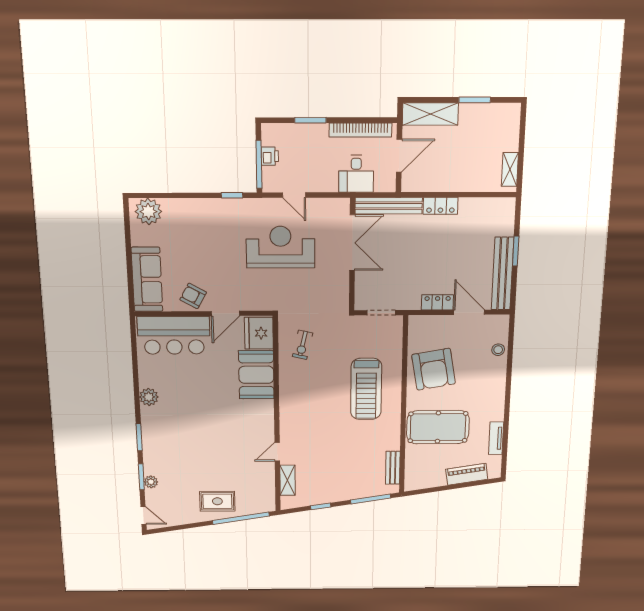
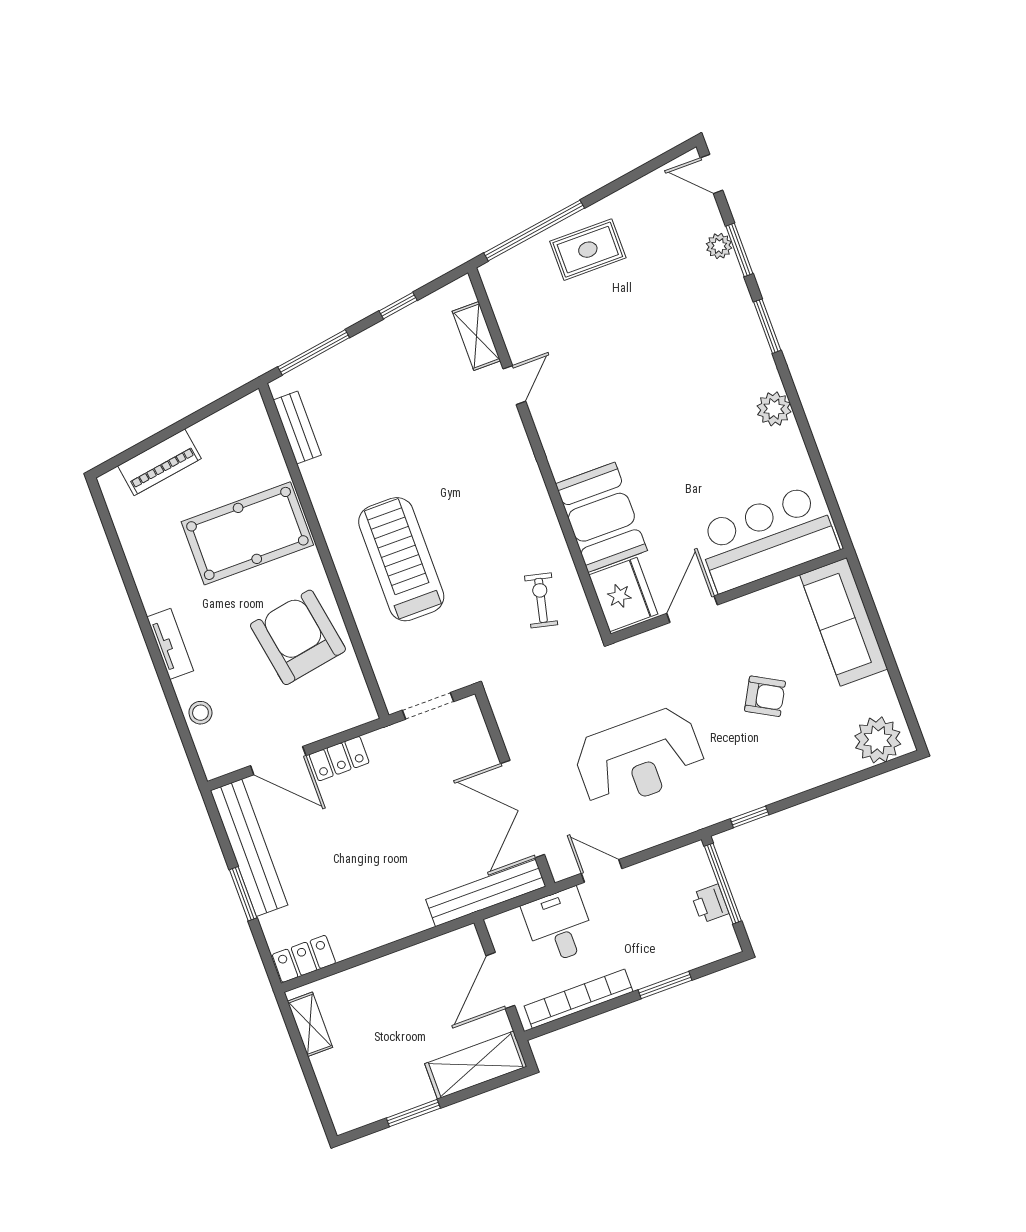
door: (294, 195) -> (602, 871), moved
locker: (441, 206) -> (304, 959), moved
armchair: (193, 296) -> (765, 696), moved
tv unit: (496, 438) -> (170, 644), moved

